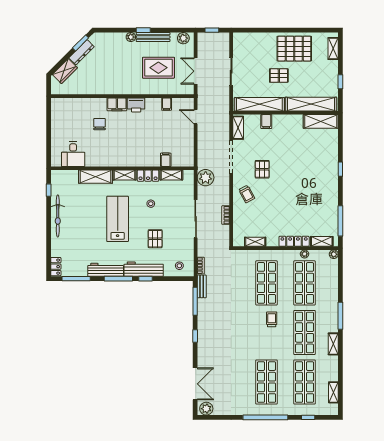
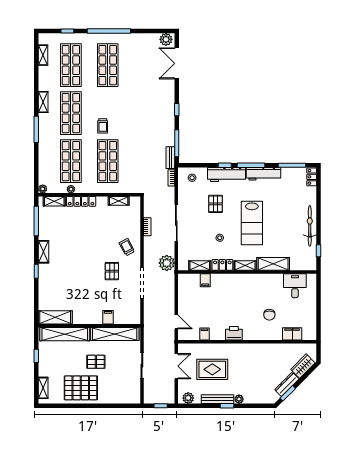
filing cabinet: (117, 104) -> (292, 334), moved
shelving: (238, 128) -> (43, 252), moved

